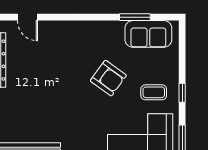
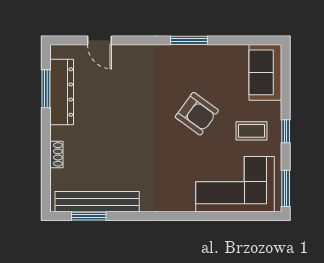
window: (135, 17) -> (189, 40), moved
sofa: (148, 34) -> (265, 72), moved, turned 90

